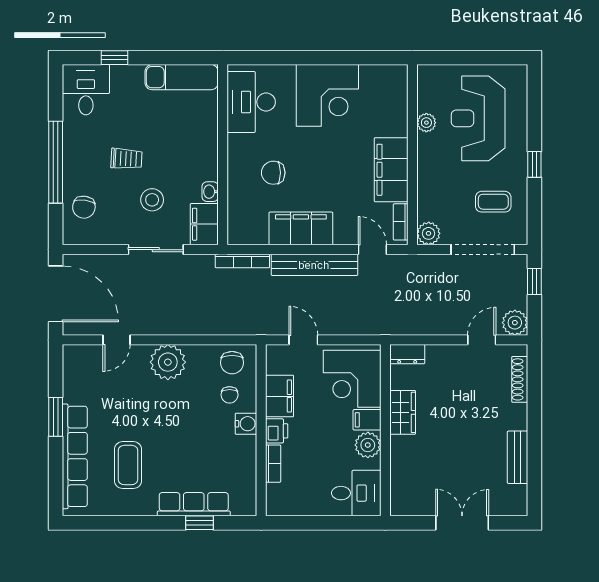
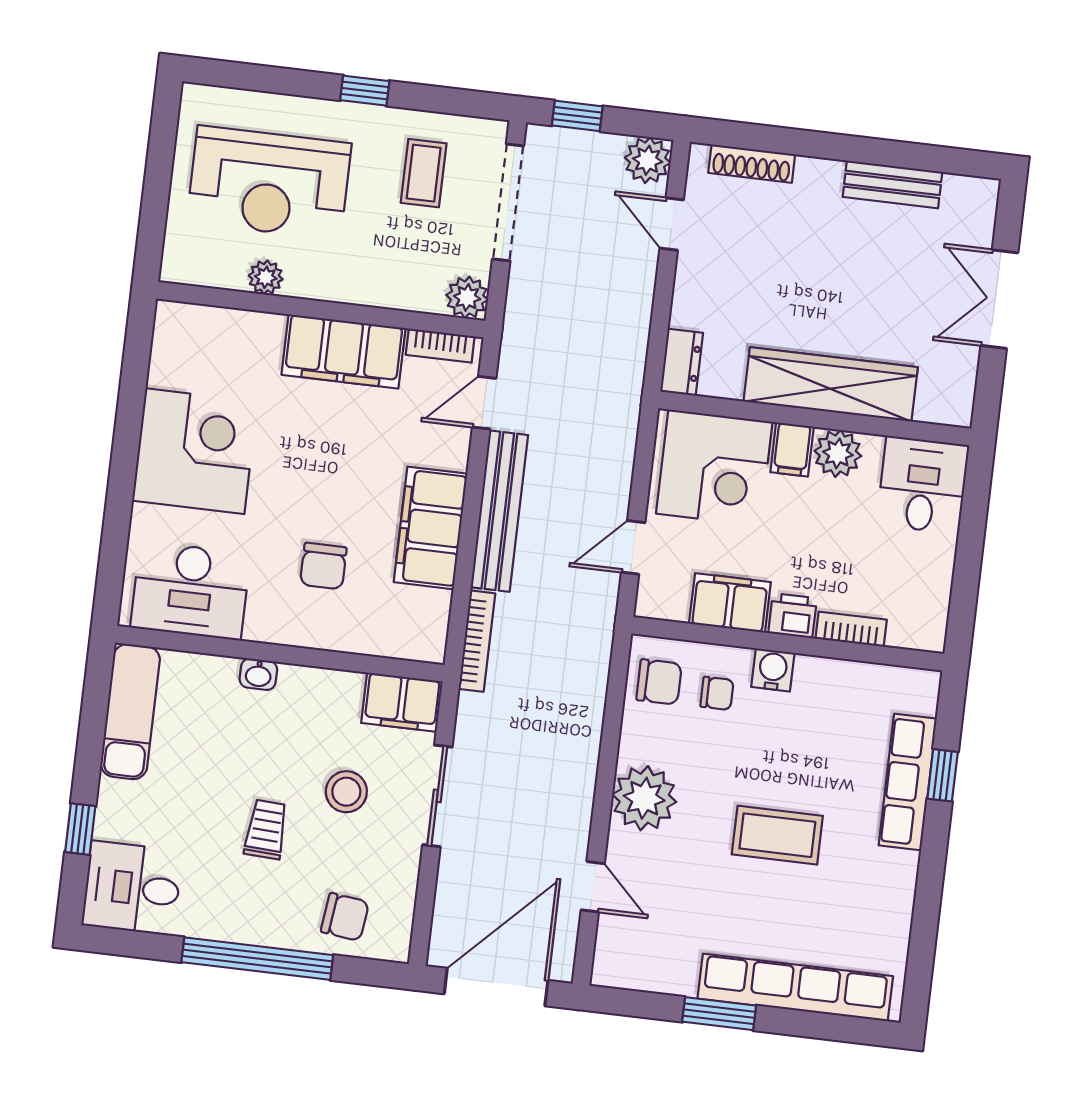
washbasin: (210, 192) -> (258, 674), moved
wardrobe: (403, 412) -> (831, 384), width x2.10, depth x1.17
coffee table: (128, 465) -> (777, 835), moved

